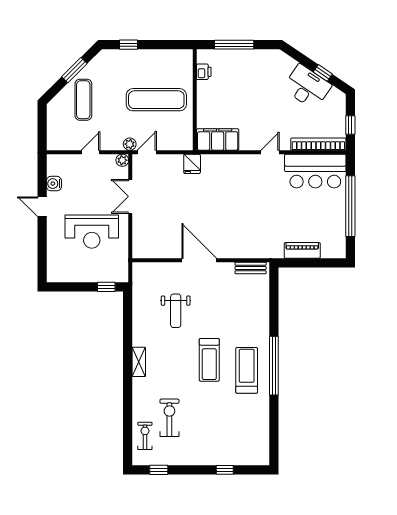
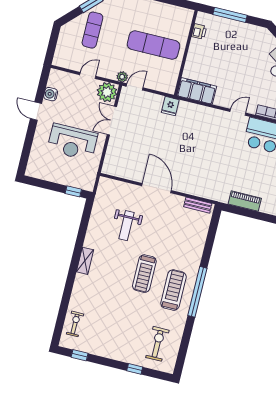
plant: (122, 160) -> (107, 92), width x1.88, depth x1.88
exercise bike: (169, 418) -> (157, 344), moved

